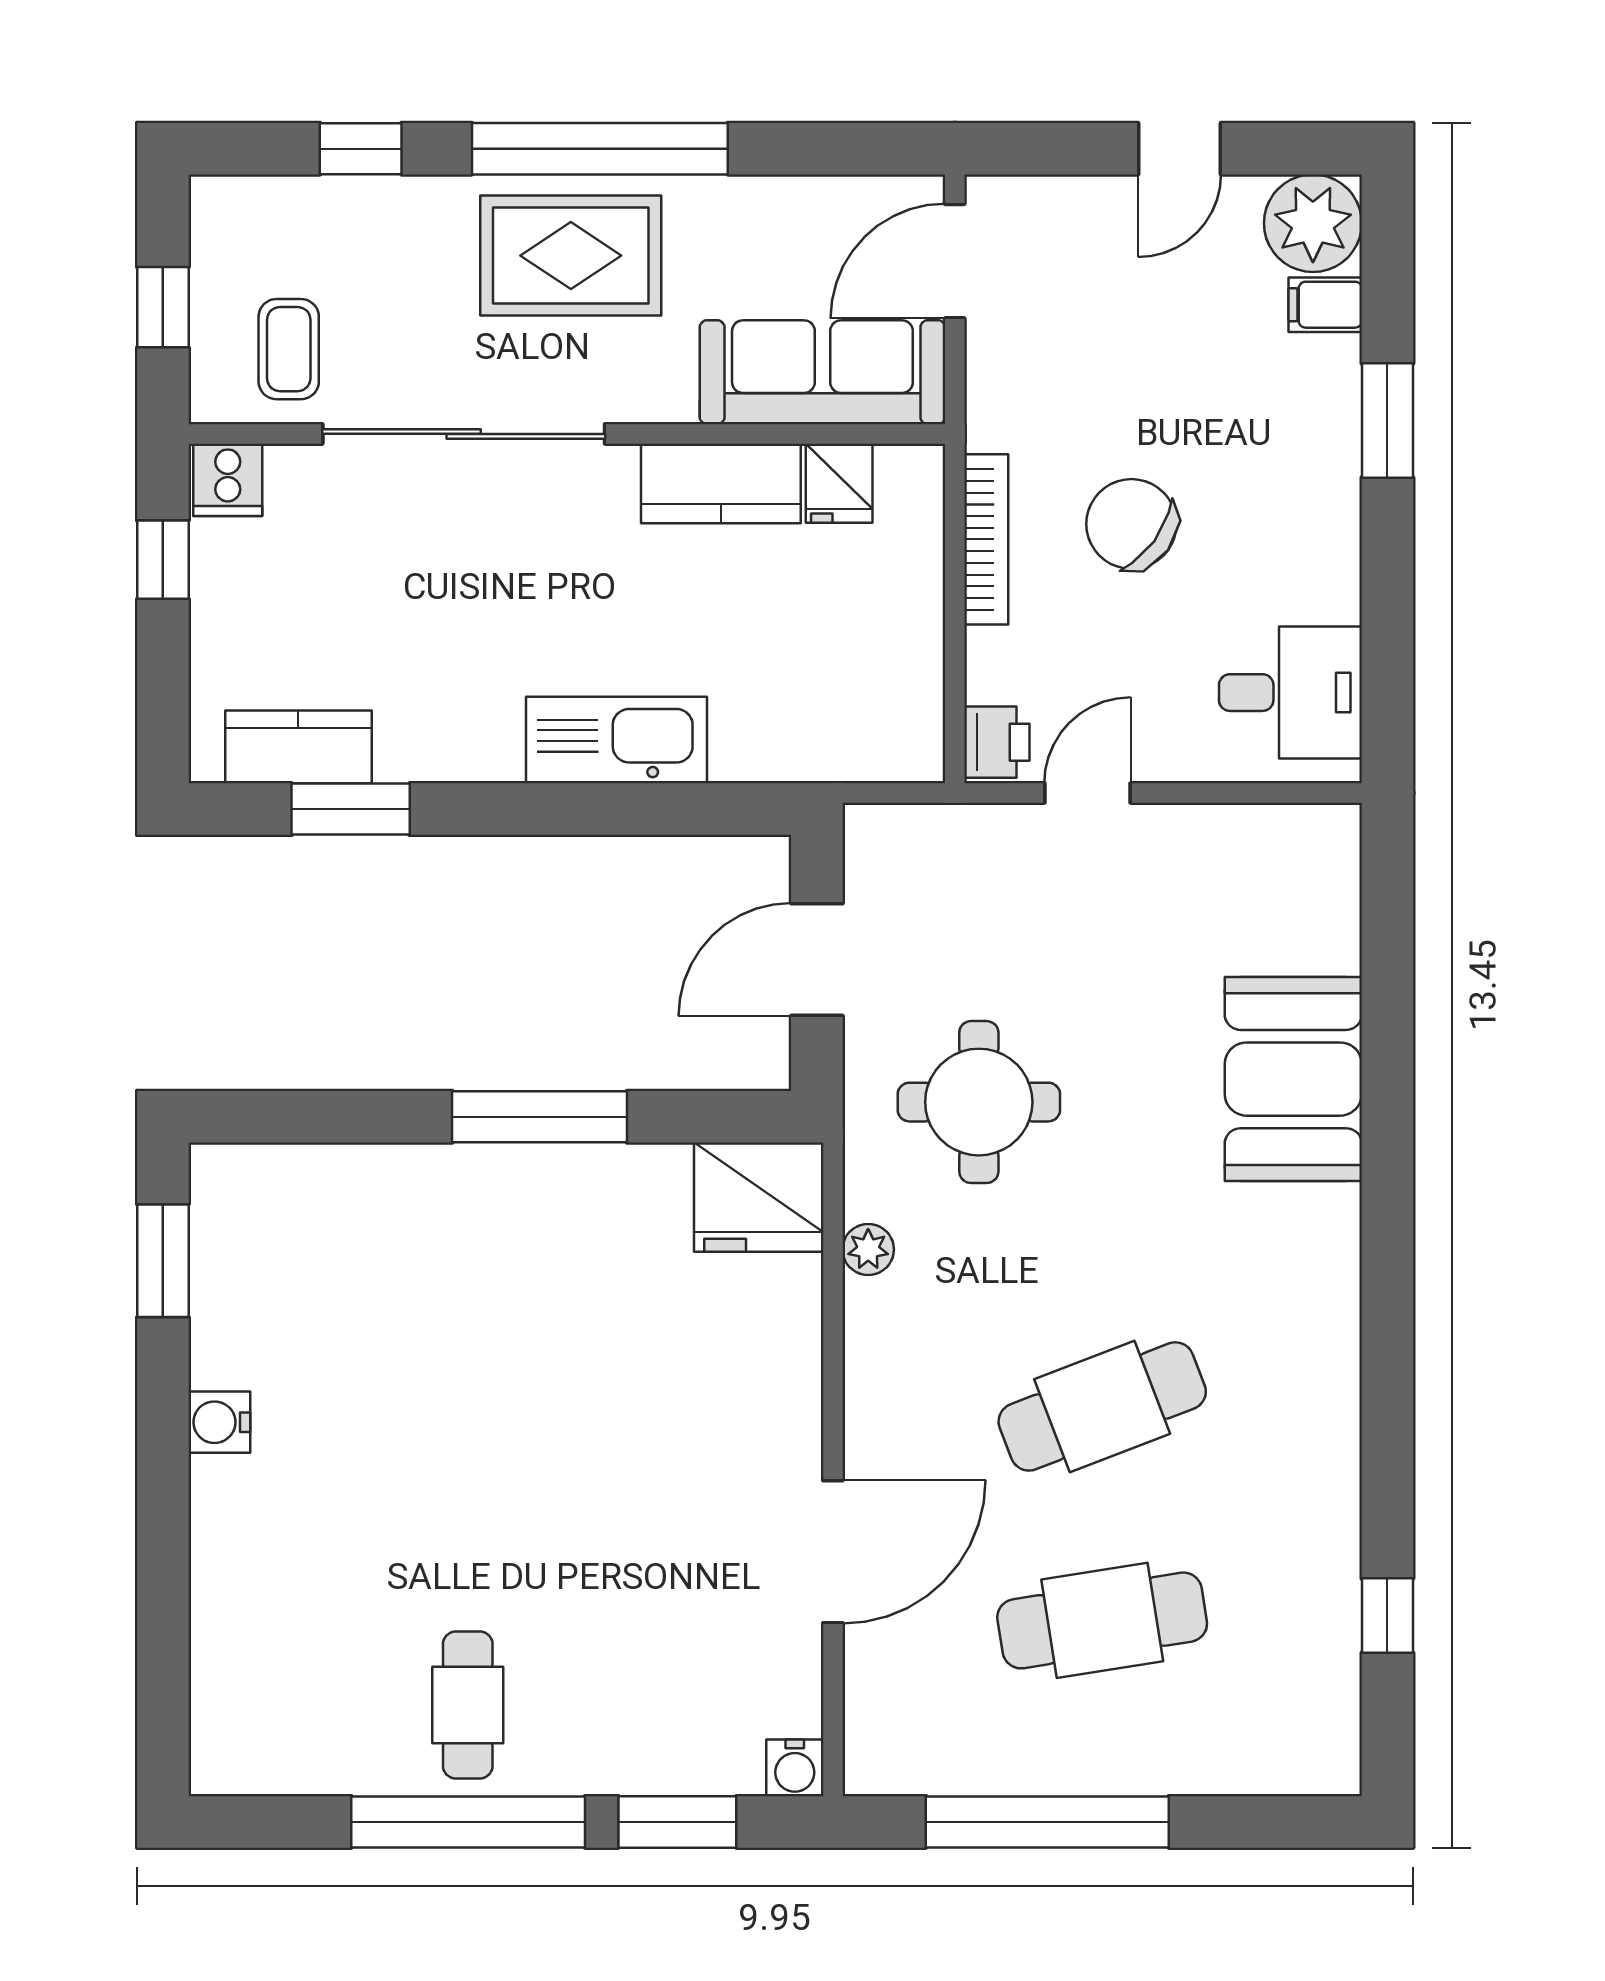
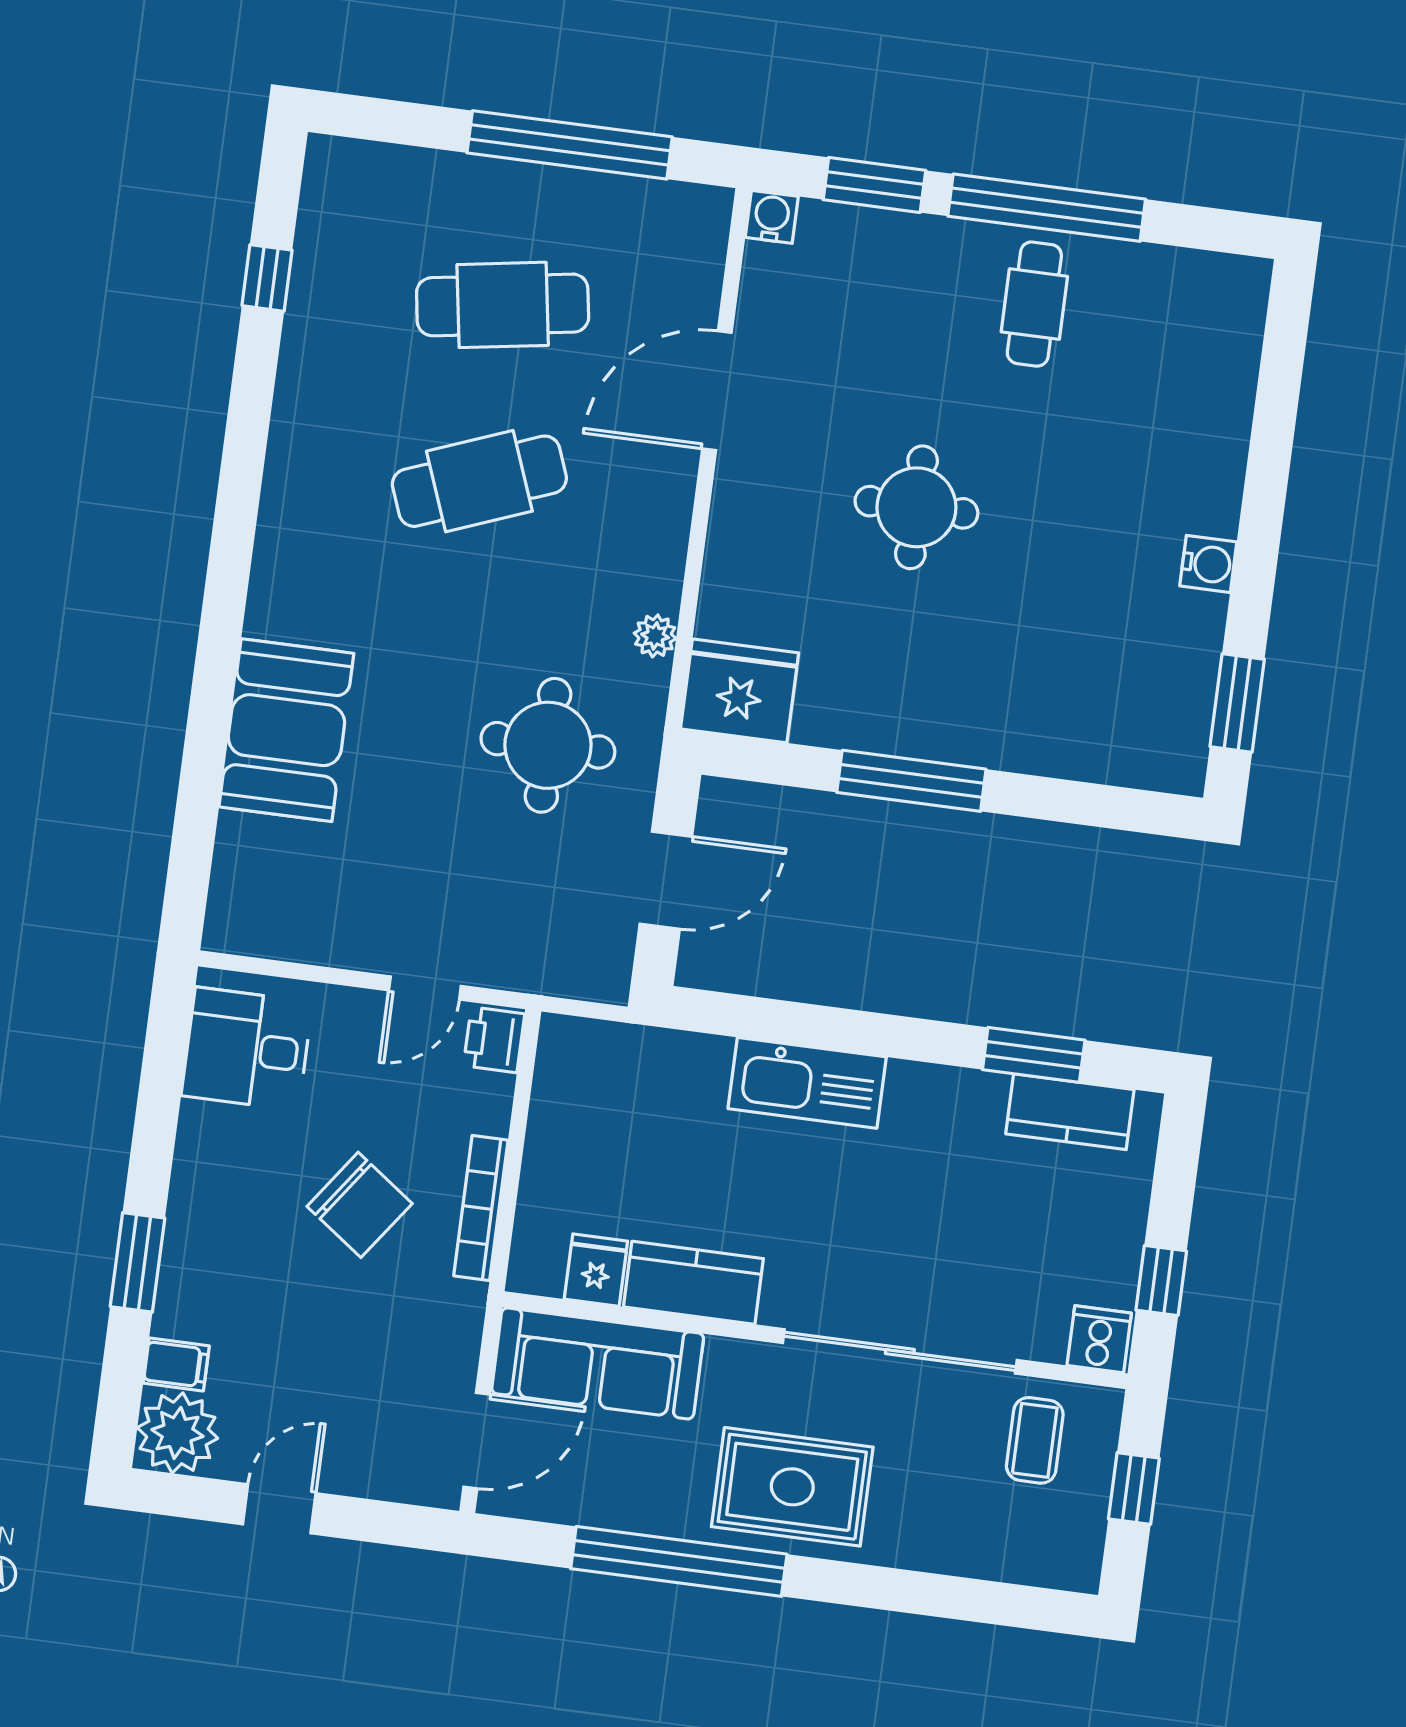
window: (361, 149) -> (954, 1598), removed
window: (600, 149) -> (679, 1561), moved
round table: (576, 1444) -> (916, 507), added

